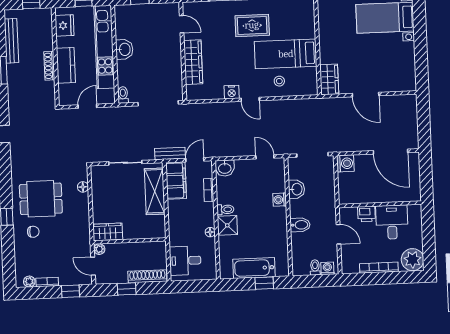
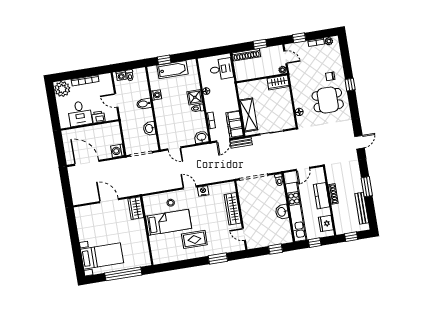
washing machine: (280, 200) -> (156, 95), moved

